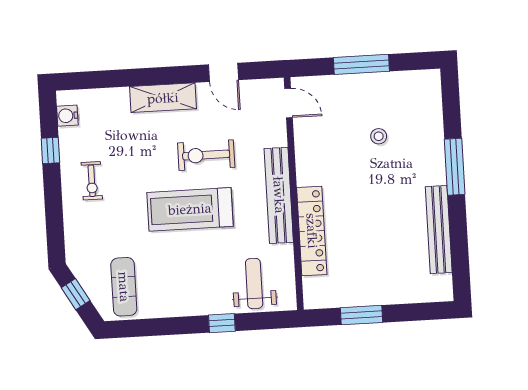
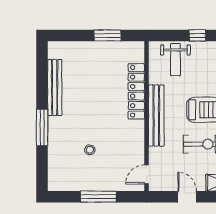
door: (289, 103) -> (147, 174), hinge flipped

